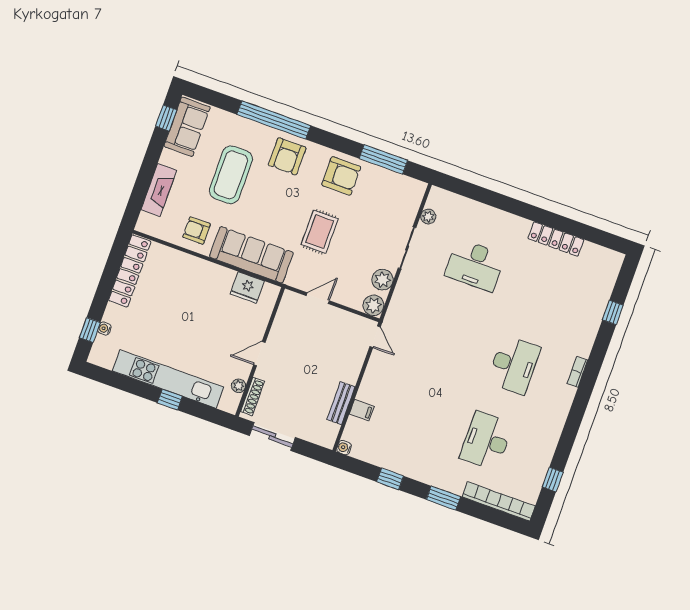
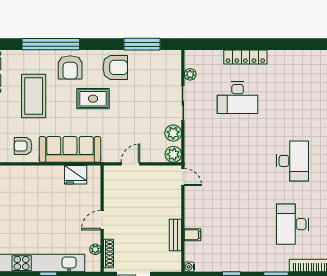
rug: (320, 232) -> (93, 99), moved, turned 90
locker: (556, 239) -> (245, 57), moved

